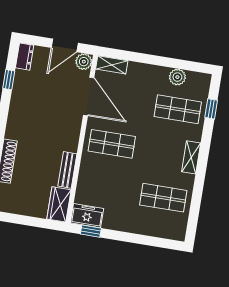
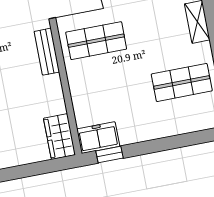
bench: (67, 170) -> (47, 52), moved

